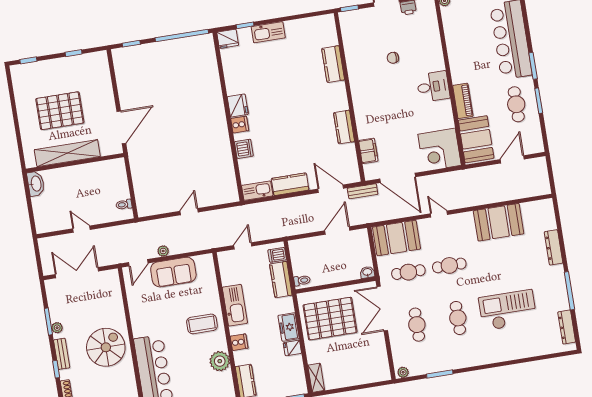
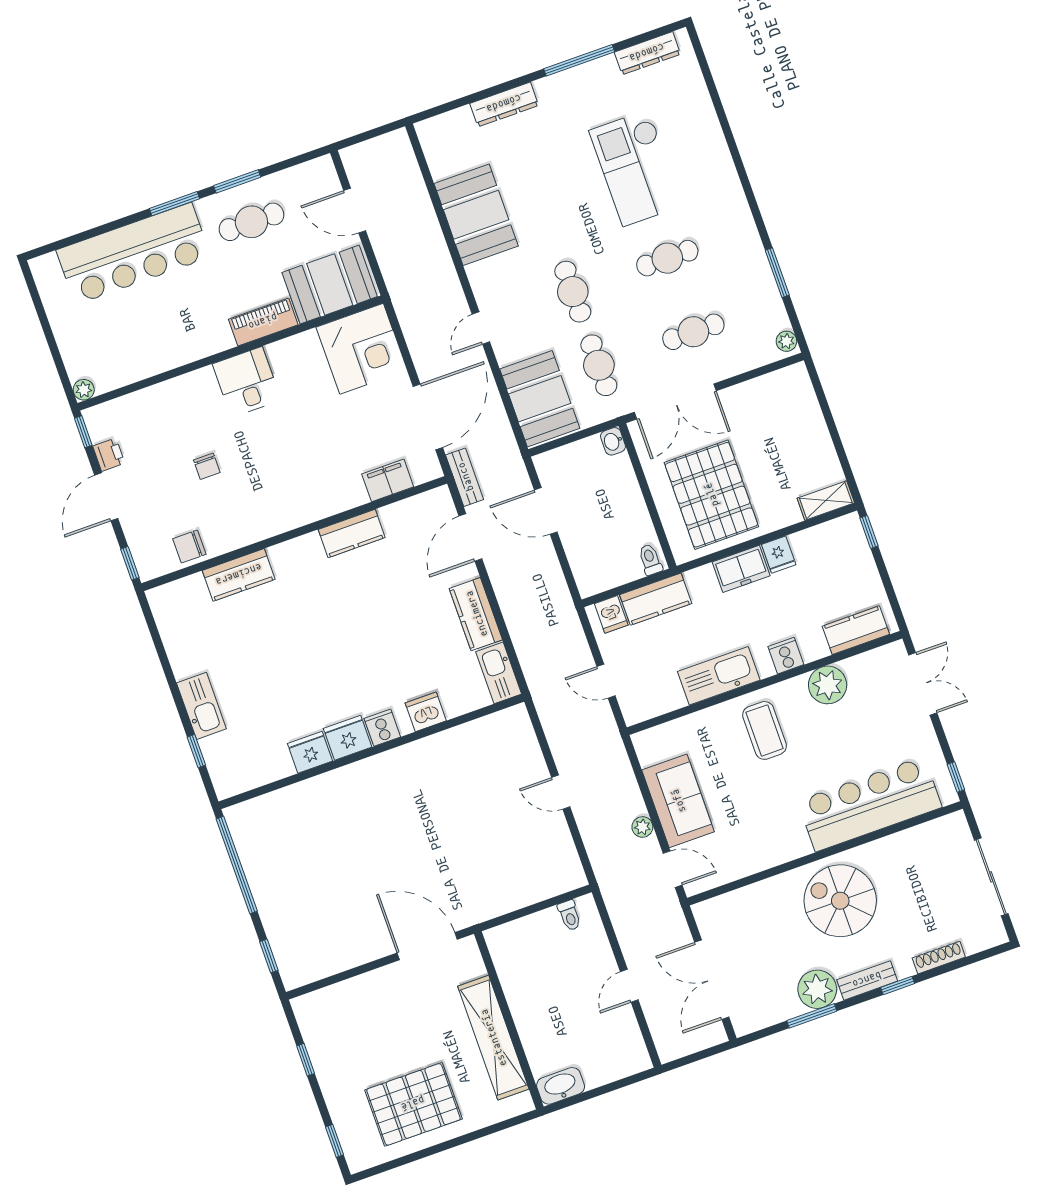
fridge: (228, 39) -> (310, 752), moved, turned -90
chair: (353, 41) -> (189, 546), added
pallet: (60, 111) -> (413, 1104), moved, turned 90
plant: (57, 328) -> (817, 989), width x1.88, depth x1.88

